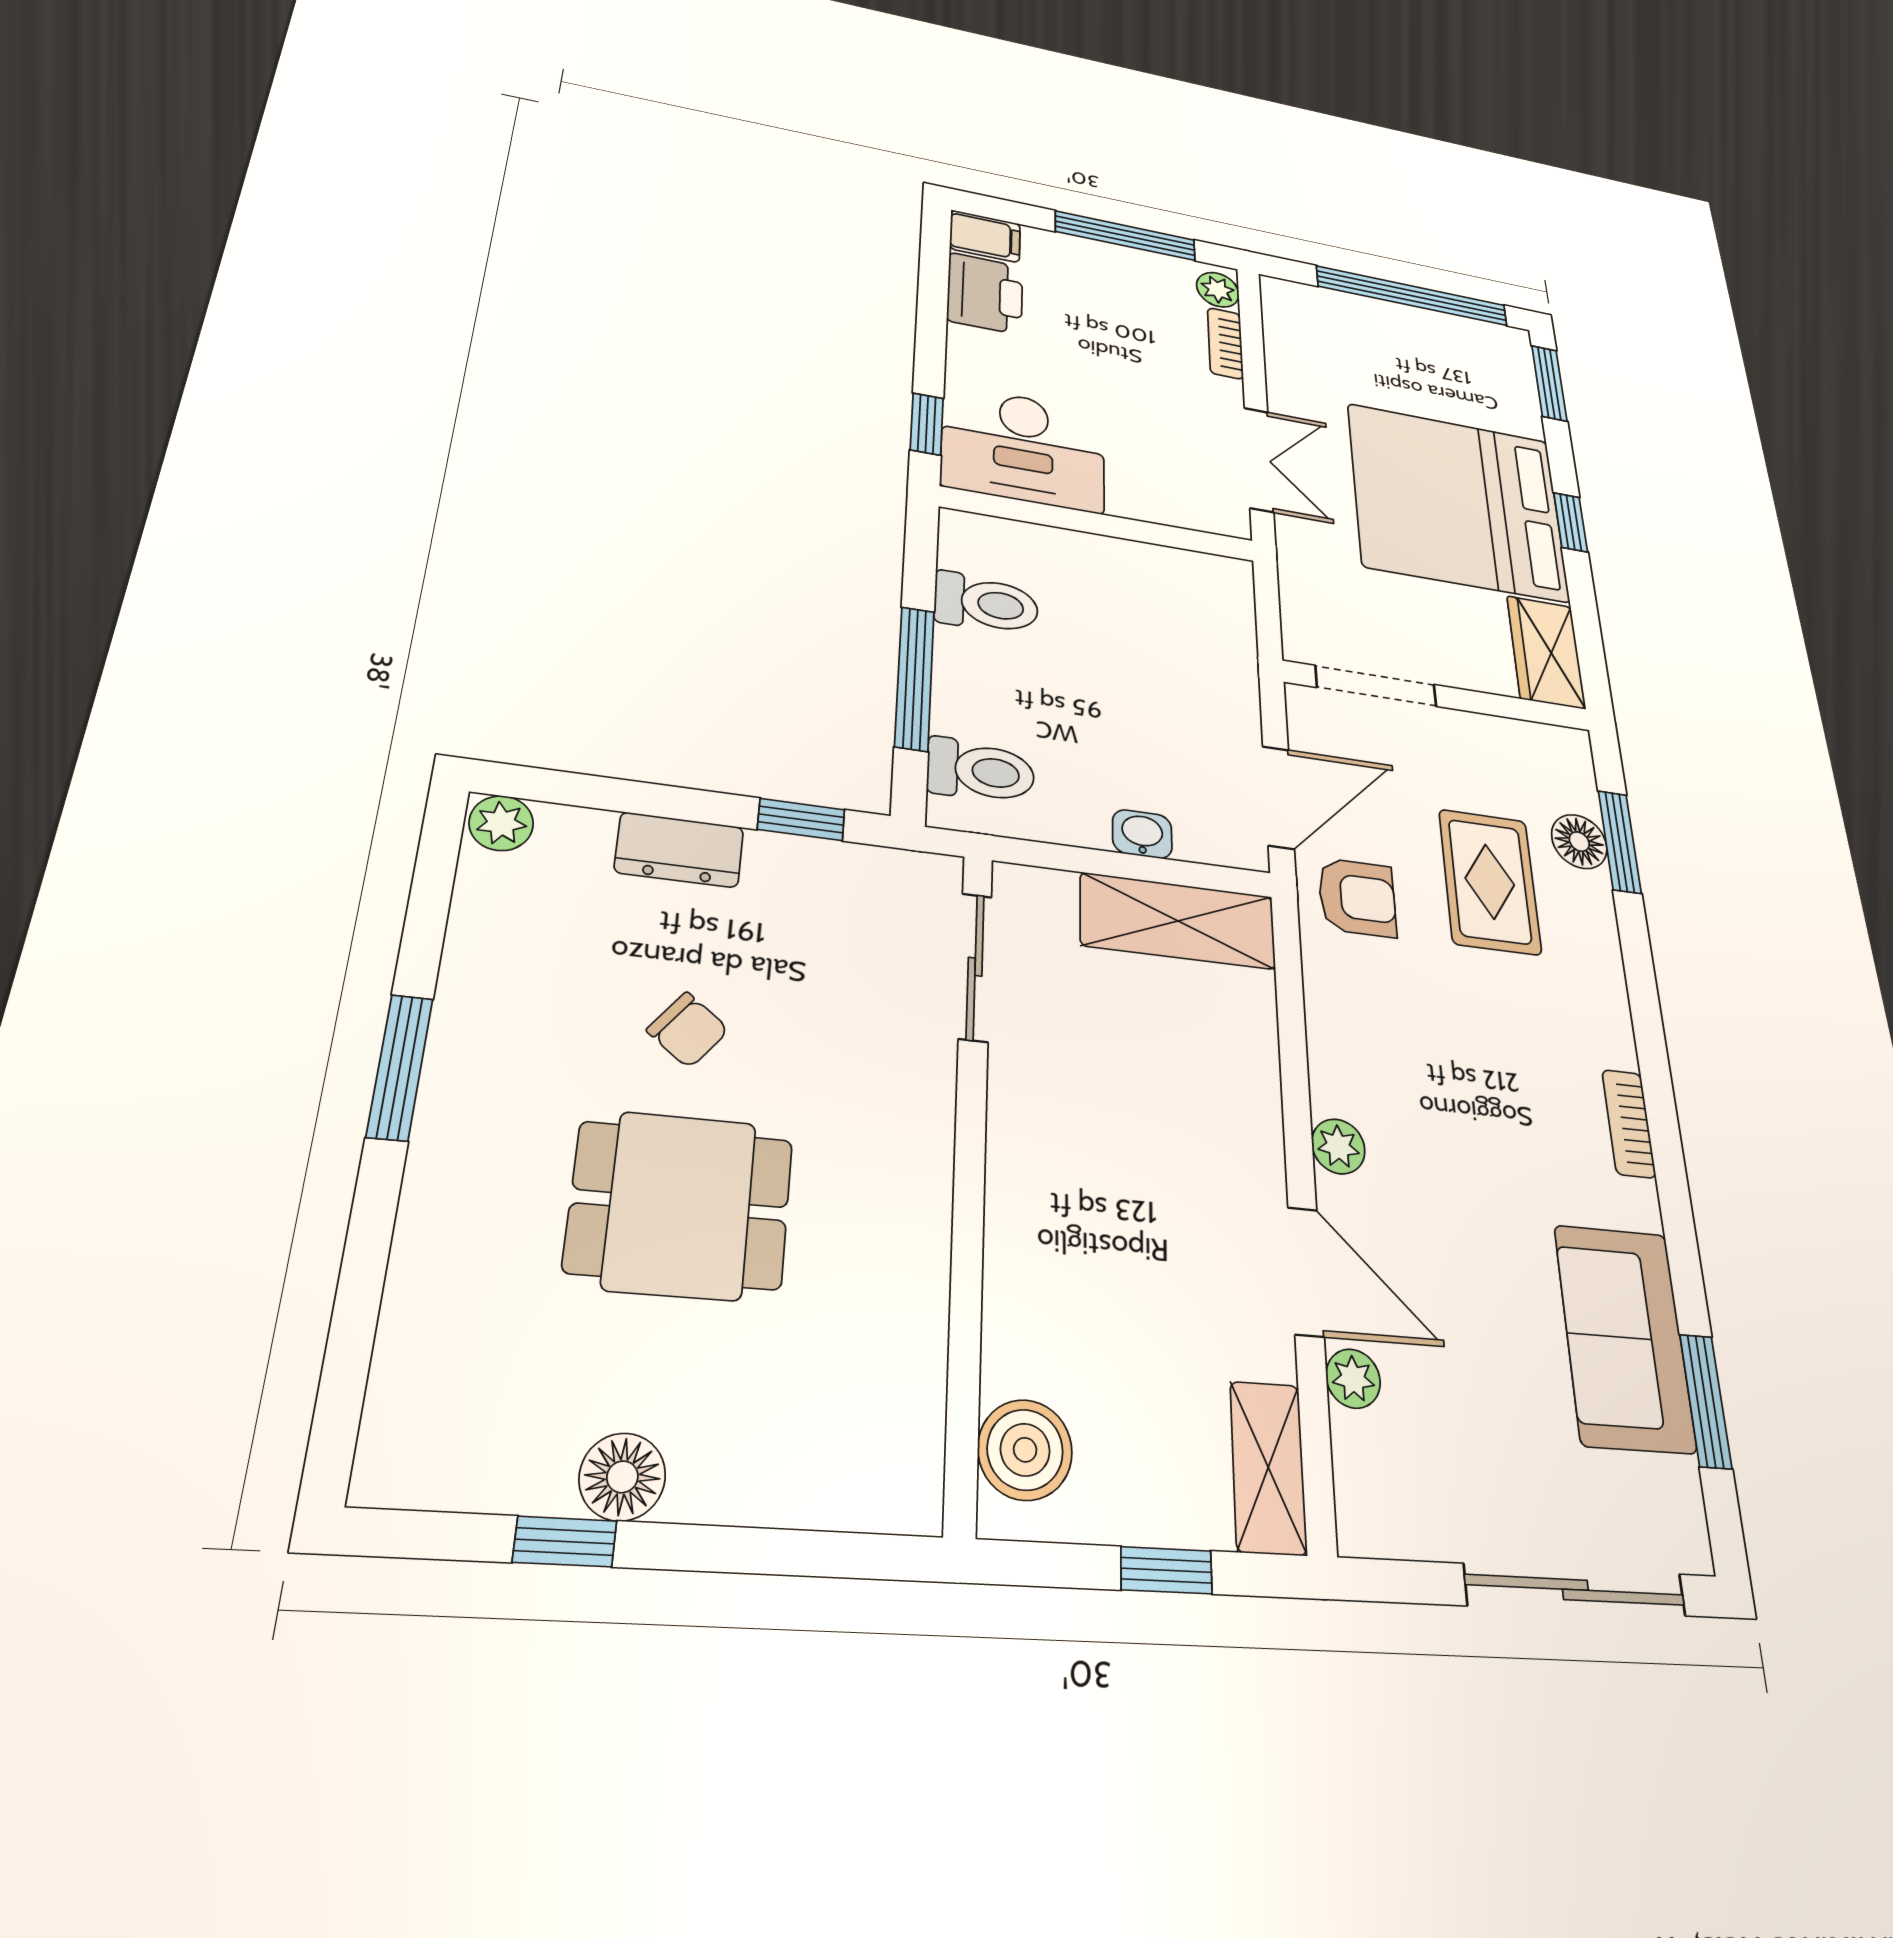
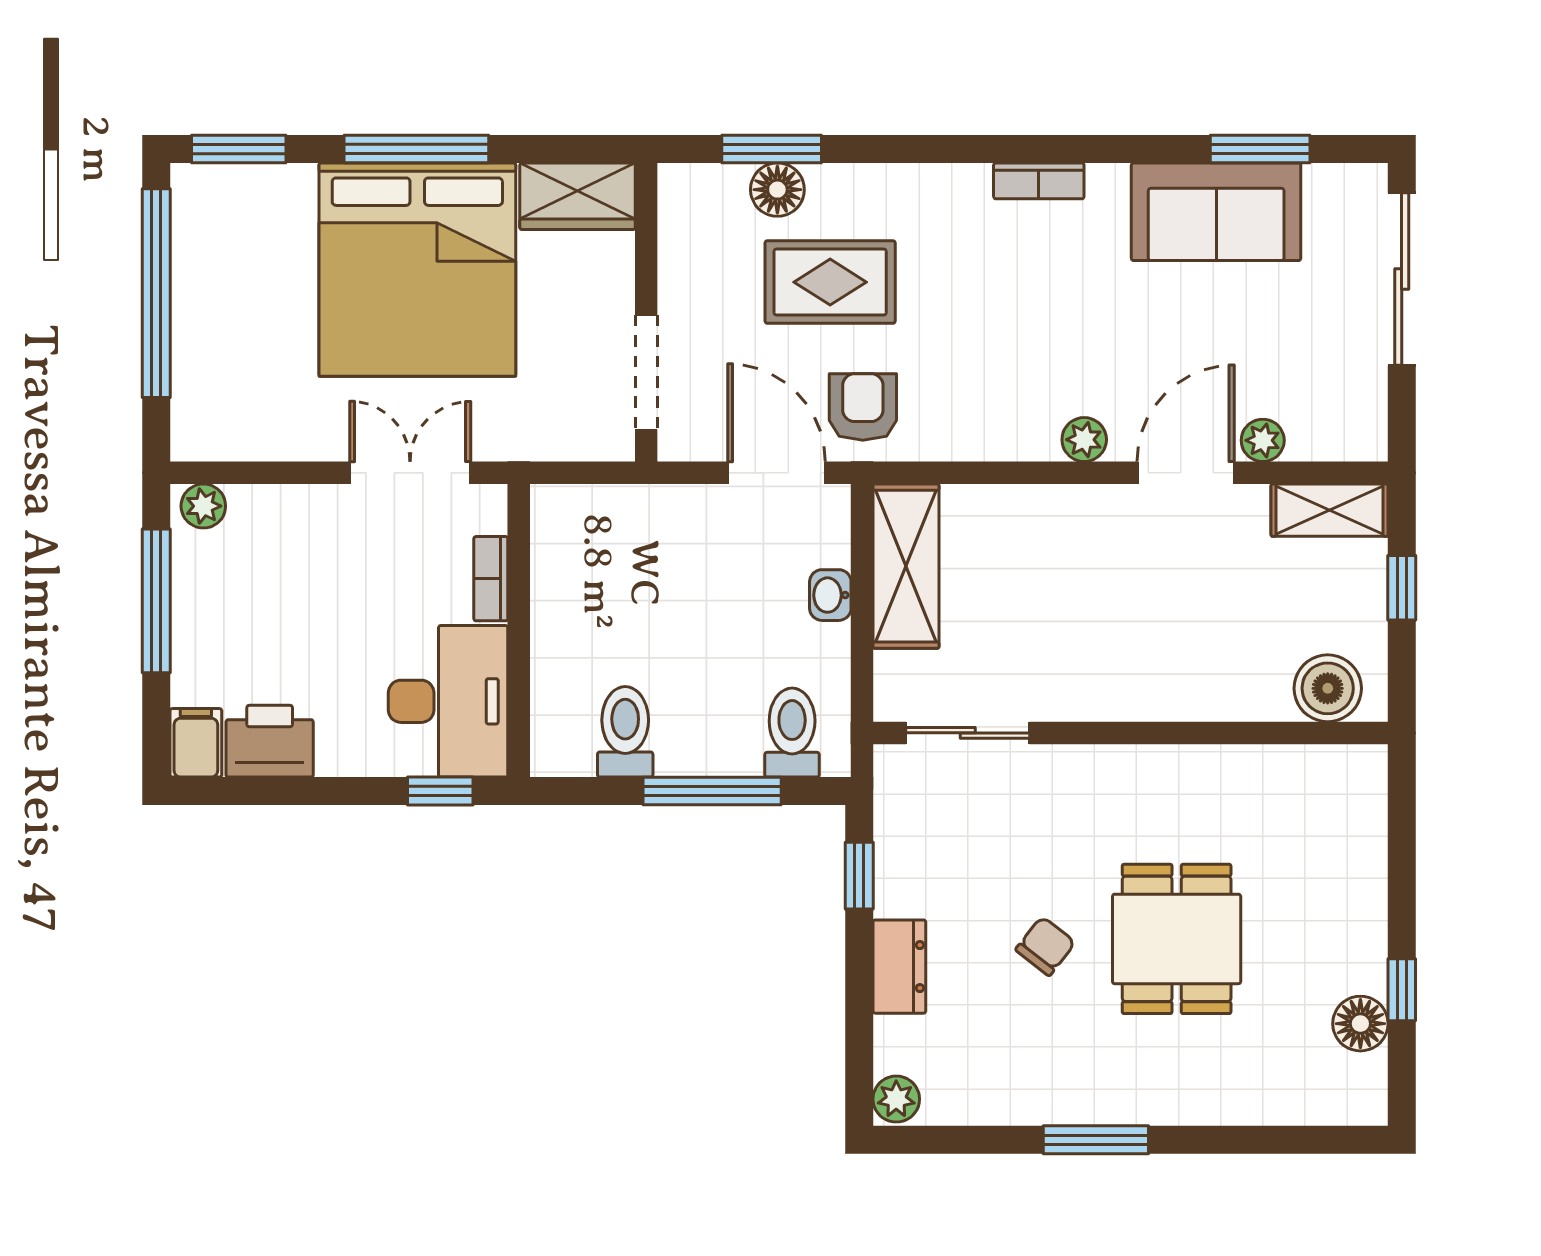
bookcase: (1225, 343) -> (491, 579), moved, turned 90
window: (1571, 522) -> (416, 149), width x2.17
floor lamp: (622, 1477) -> (1360, 1024), moved

